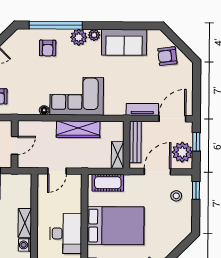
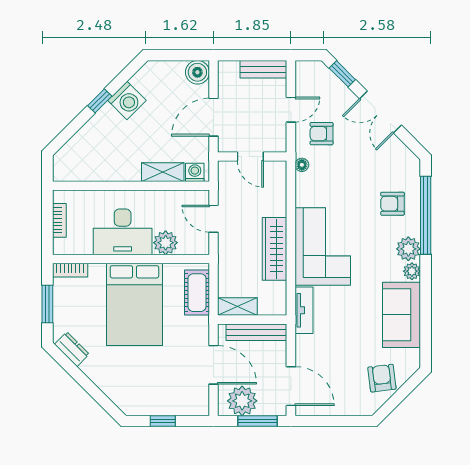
tv unit: (142, 109) -> (304, 310), moved
floor lamp: (44, 110) -> (302, 165), moved
window: (196, 142) -> (257, 421), width x1.50
window: (196, 190) -> (163, 421), moved
stool: (176, 196) -> (179, 392), removed
plant: (73, 204) -> (166, 243), added
shelving: (25, 223) -> (163, 172), moved
washing machine: (25, 245) -> (195, 172), moved

